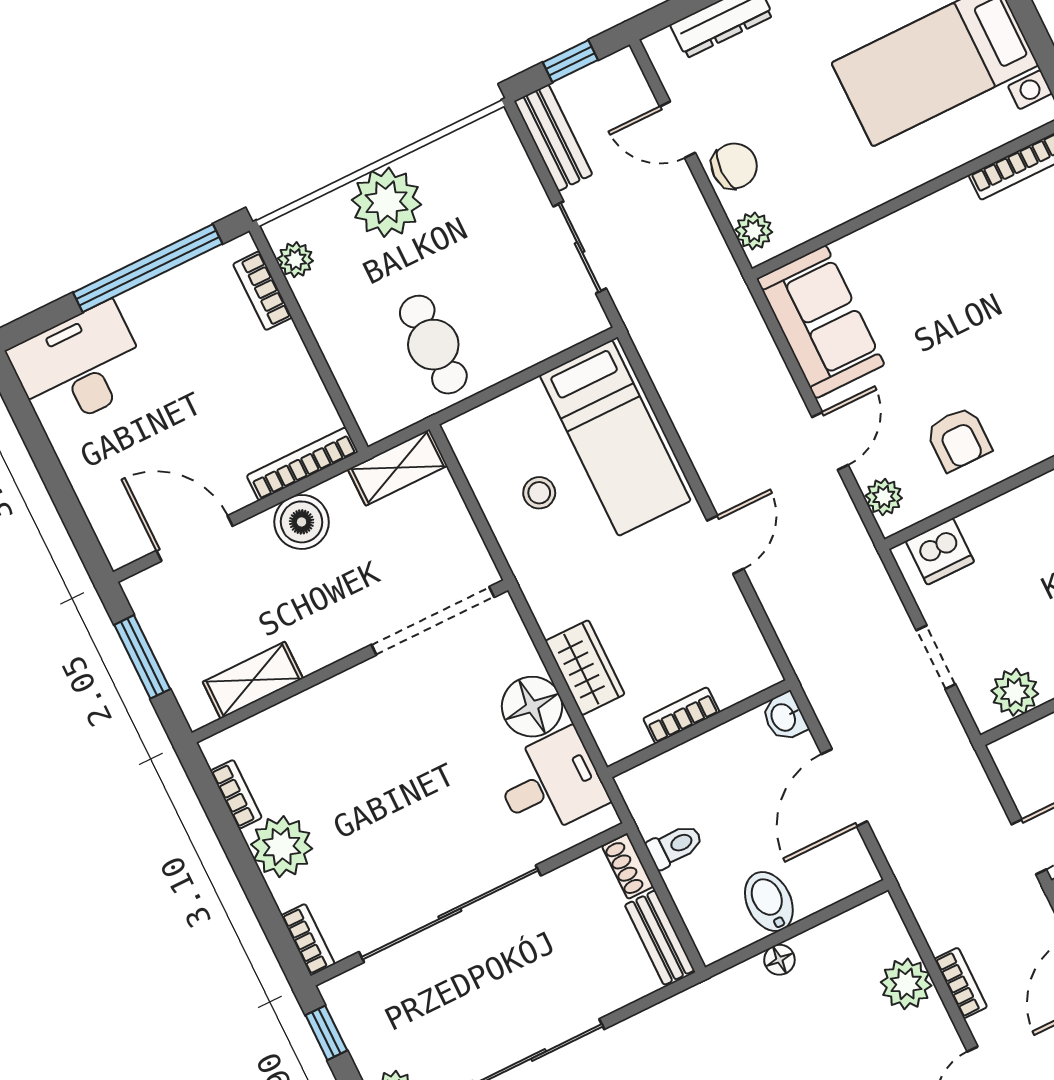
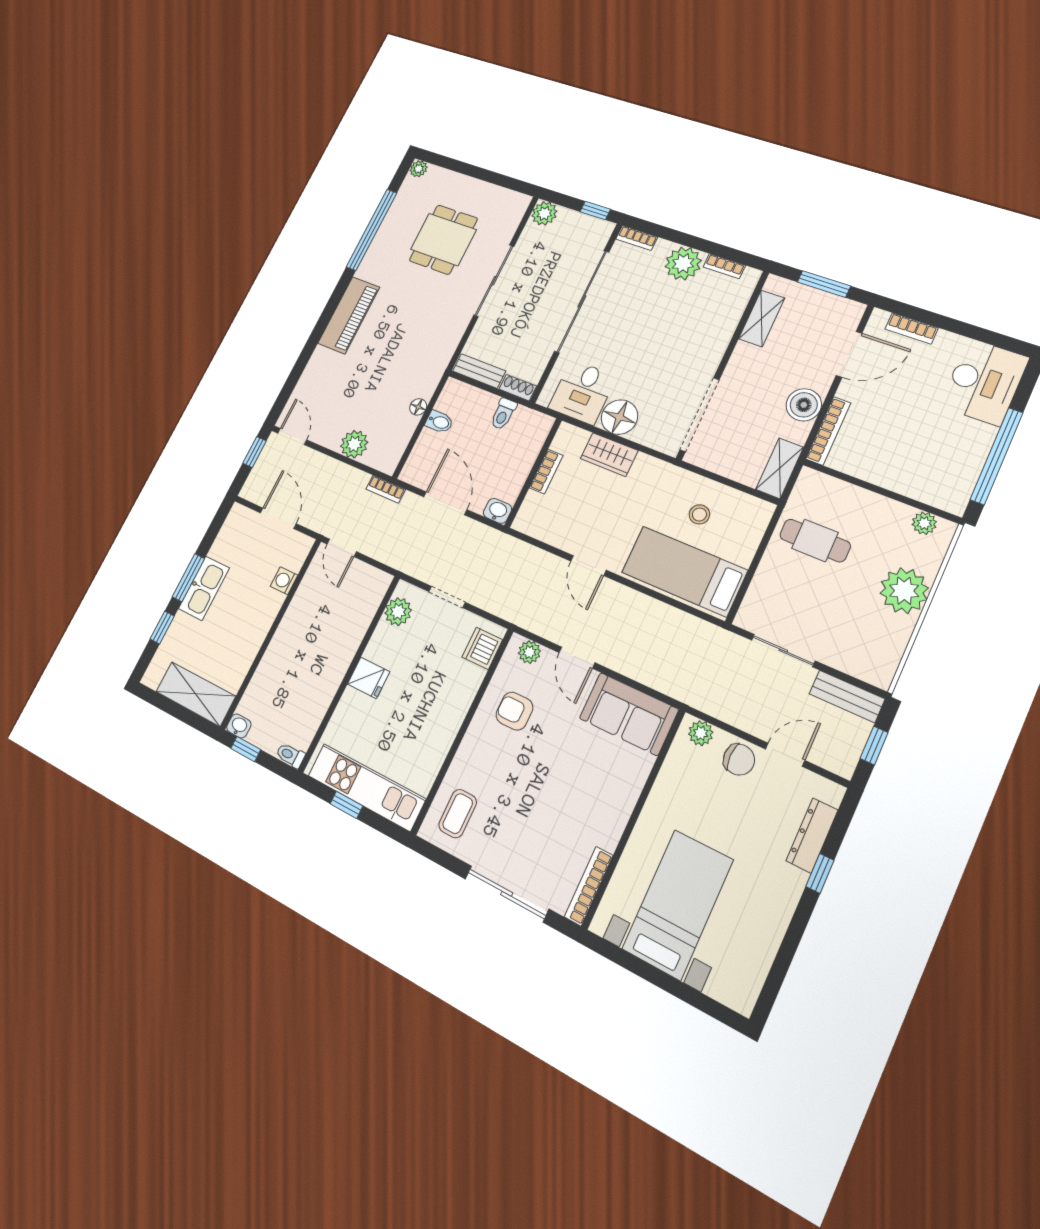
chair: (734, 166) -> (739, 760), turned -90
bookcase: (263, 291) -> (912, 328), moved, turned 180
bidet: (769, 902) -> (439, 422), width x0.72, depth x0.74
bookcase: (961, 983) -> (386, 489), moved

